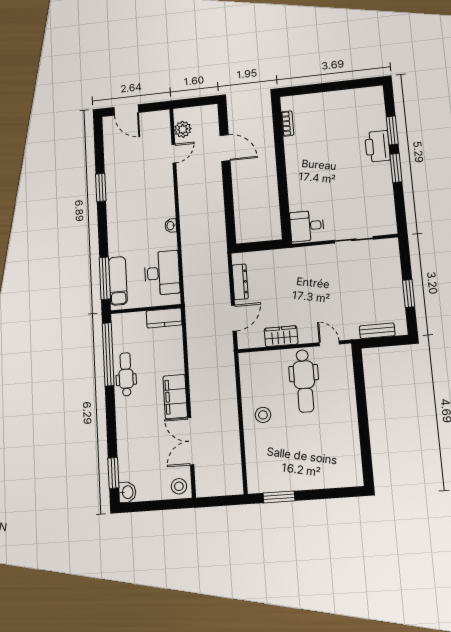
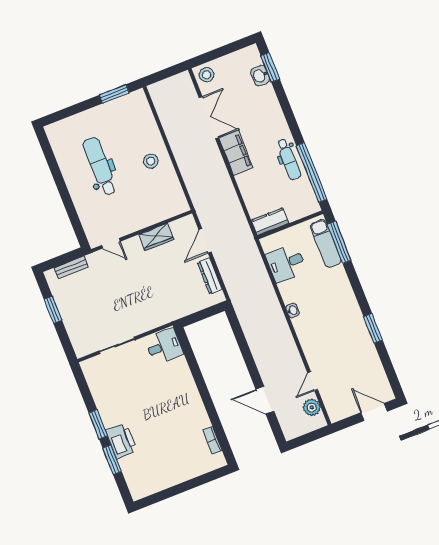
desk: (162, 273) -> (286, 263), width x0.73
dental chair: (304, 381) -> (100, 166), moved
washbasin: (127, 492) -> (260, 76), moved

